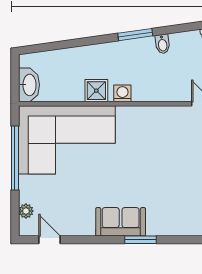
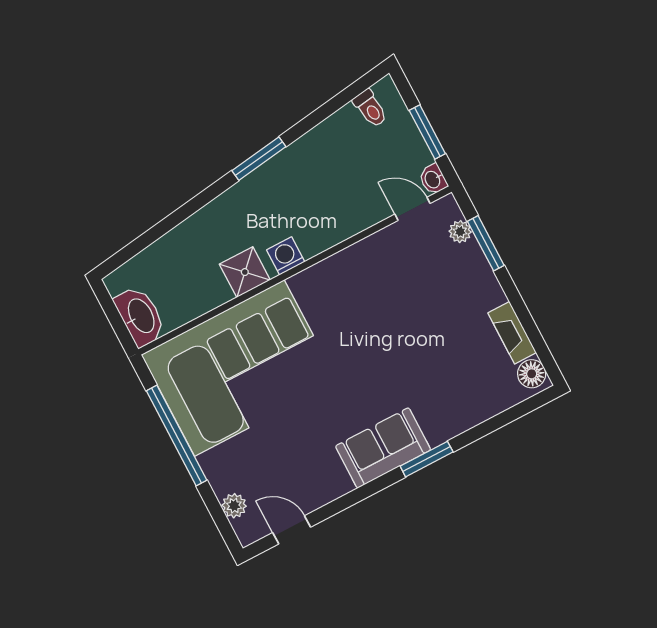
bidet: (162, 44) -> (307, 151), removed

